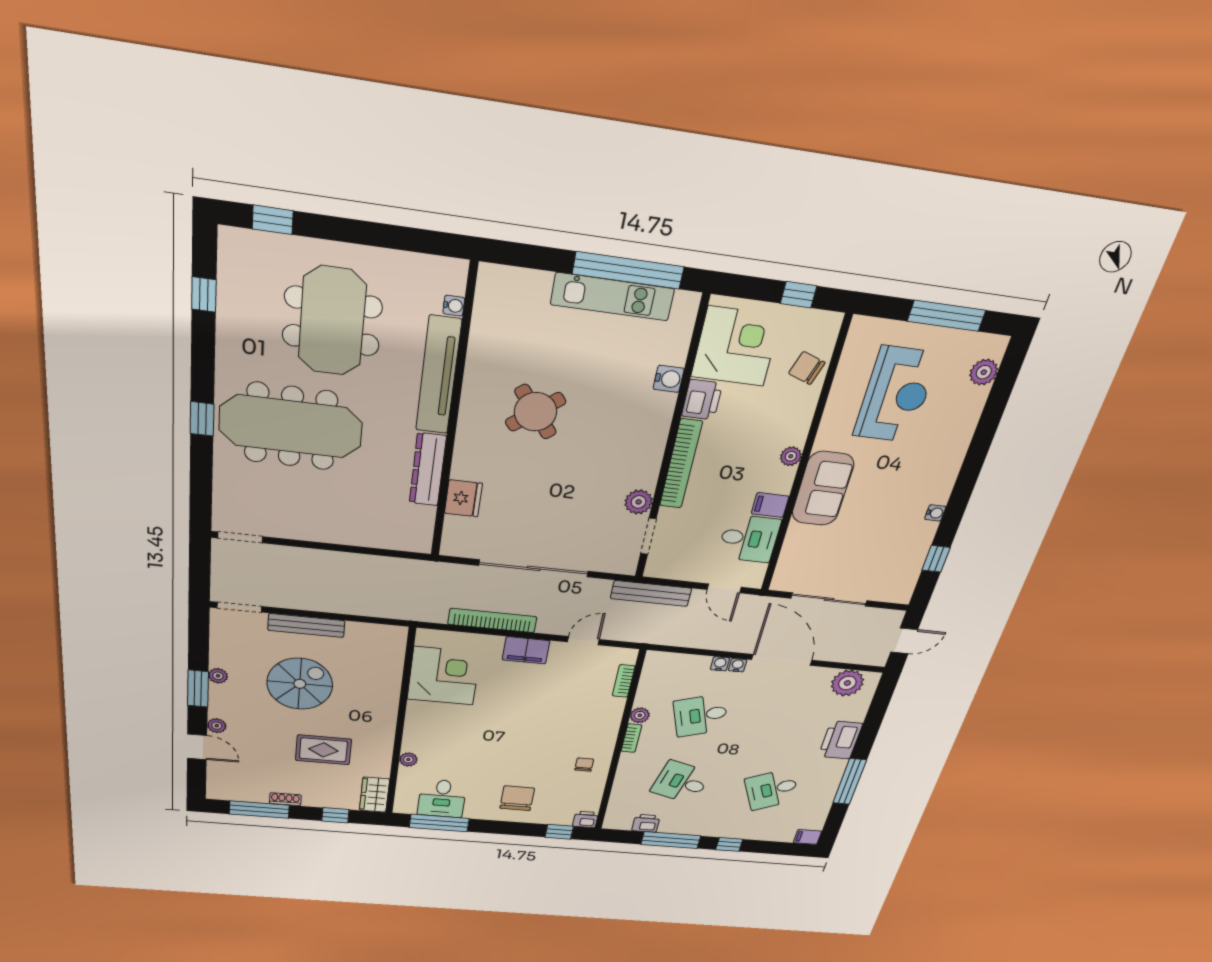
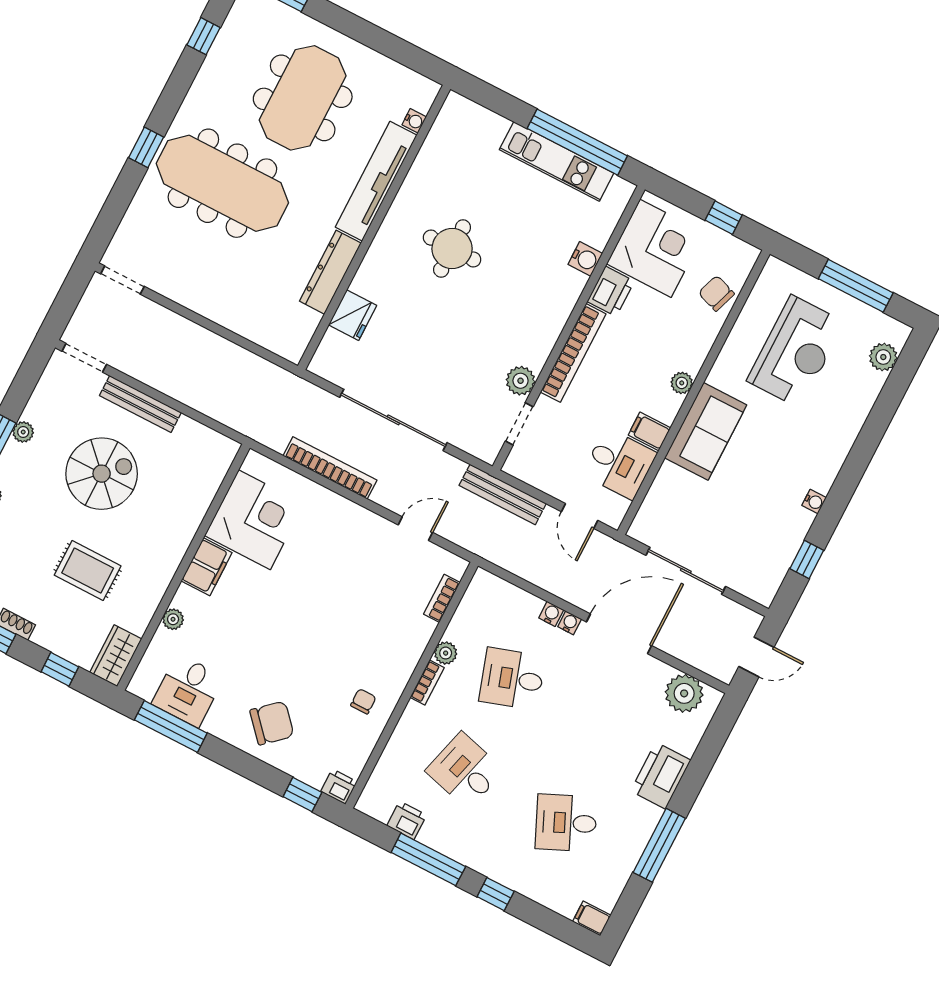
round table: (536, 412) -> (452, 249), turned 38
filing cabinet: (526, 650) -> (207, 567), moved, turned -90
door: (782, 660) -> (619, 634), hinge flipped
chair: (517, 798) -> (272, 723), turned 48

